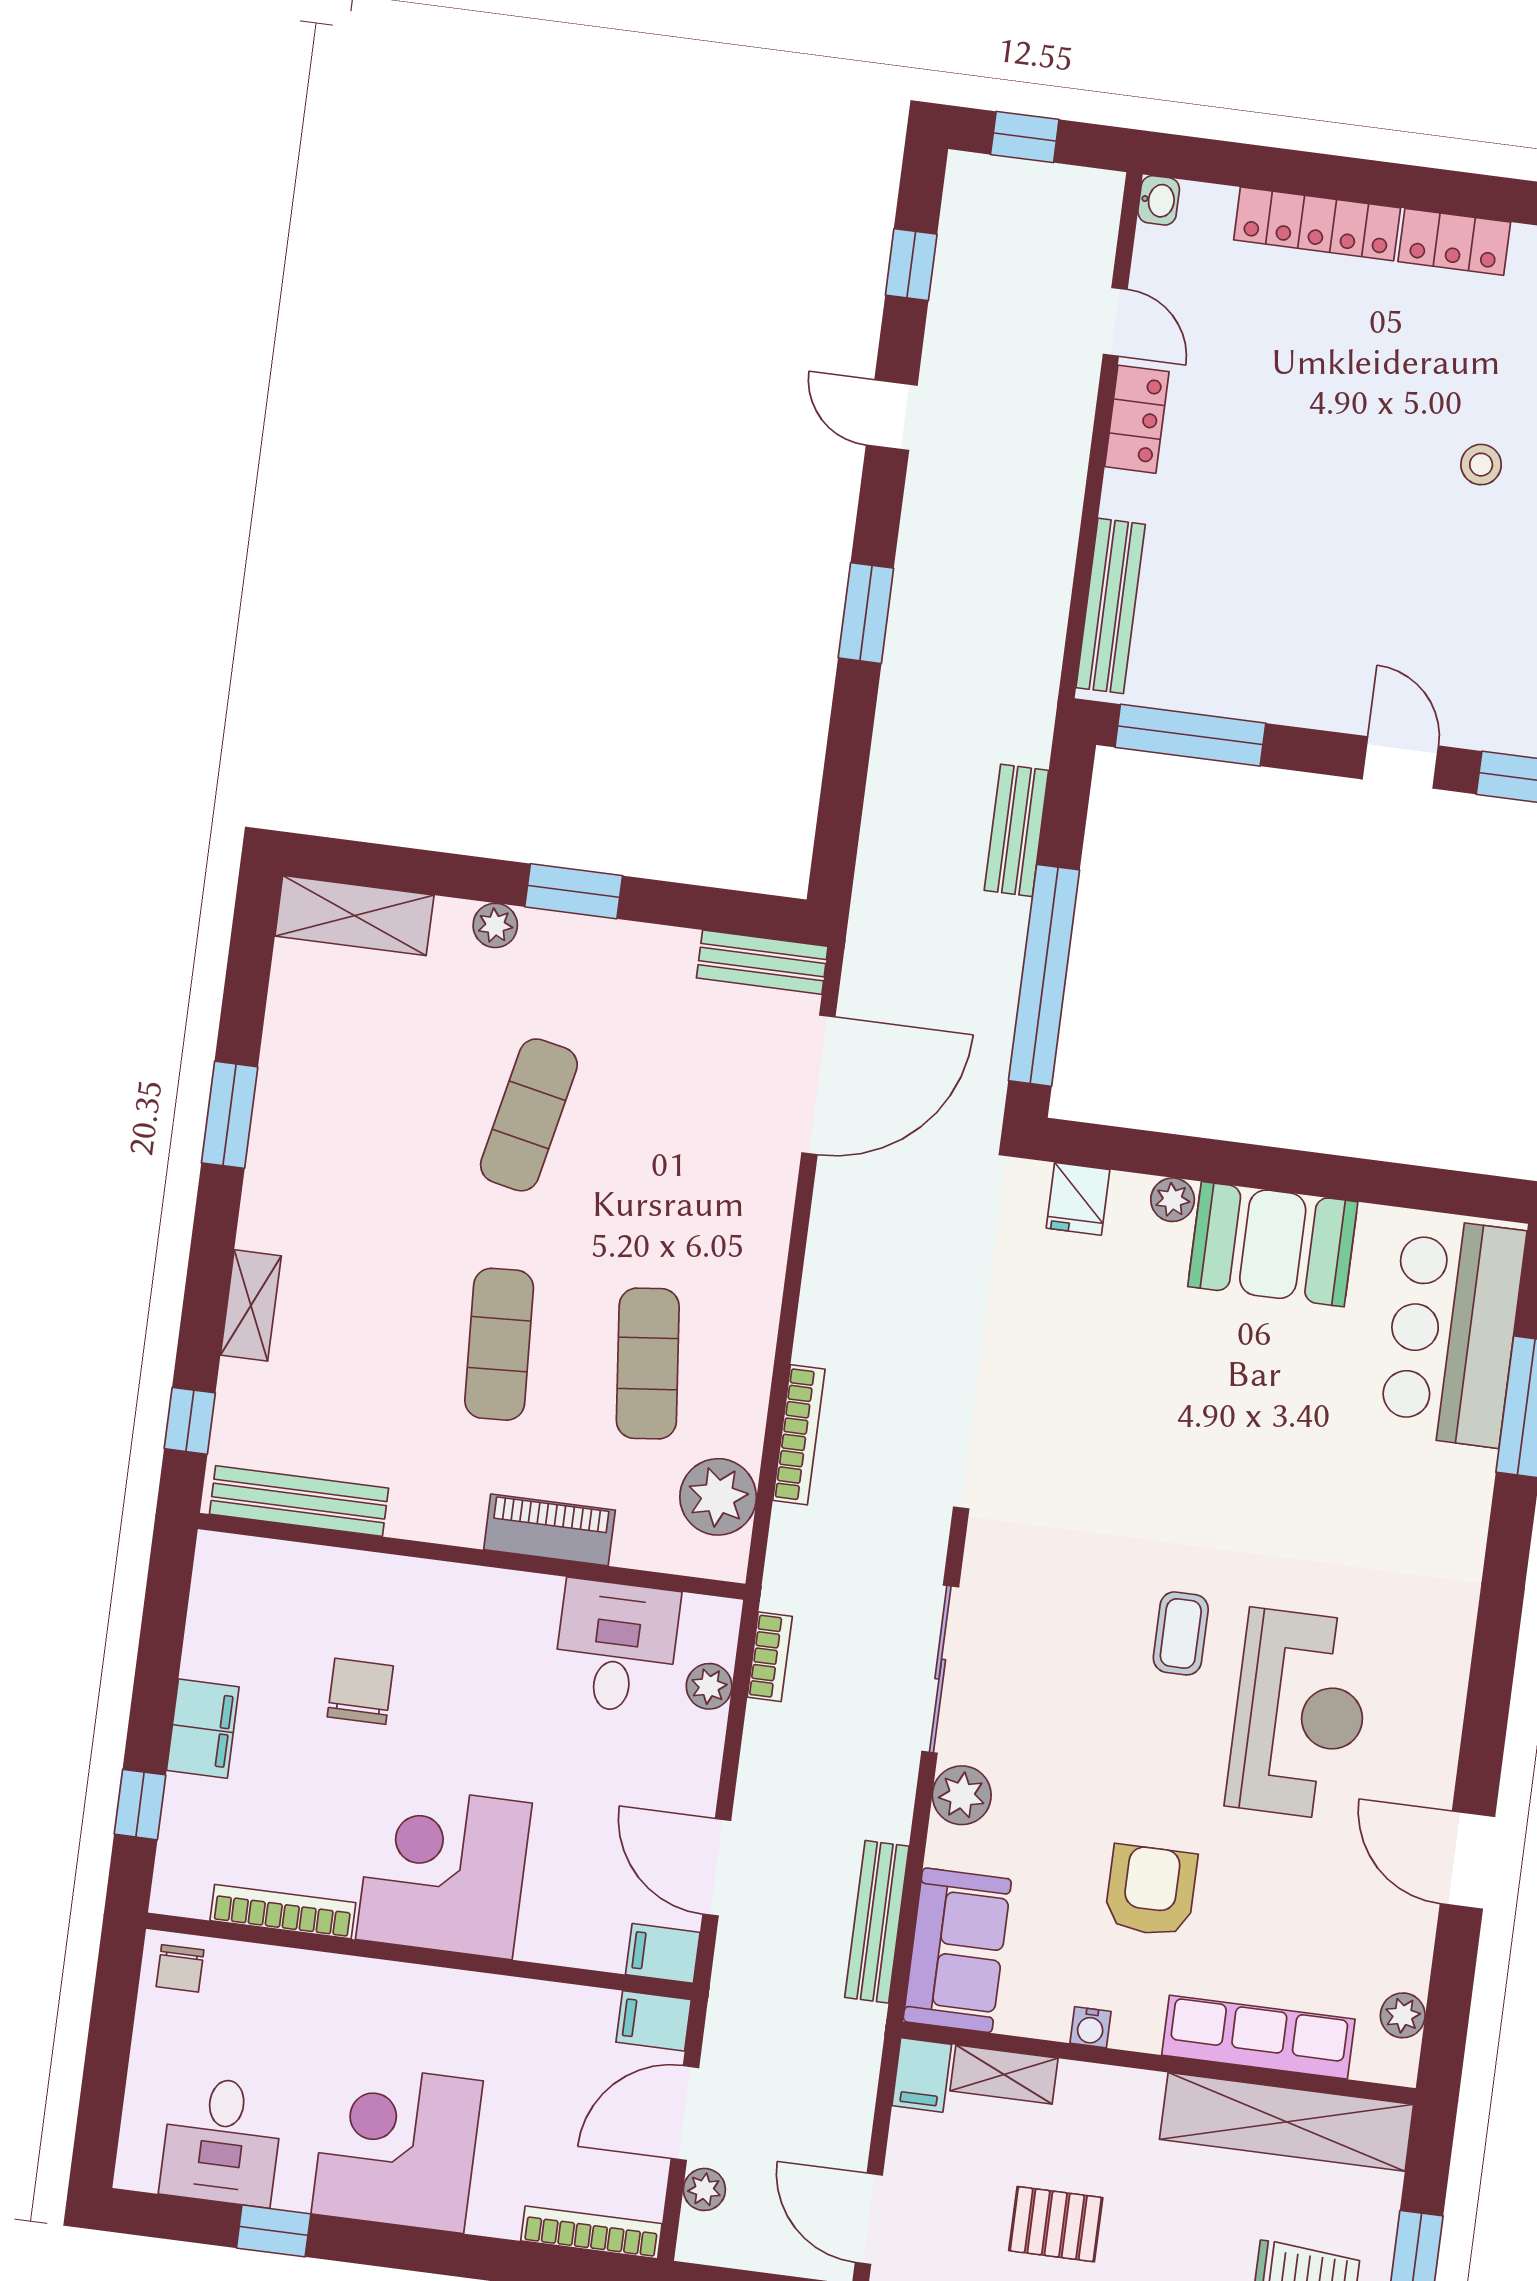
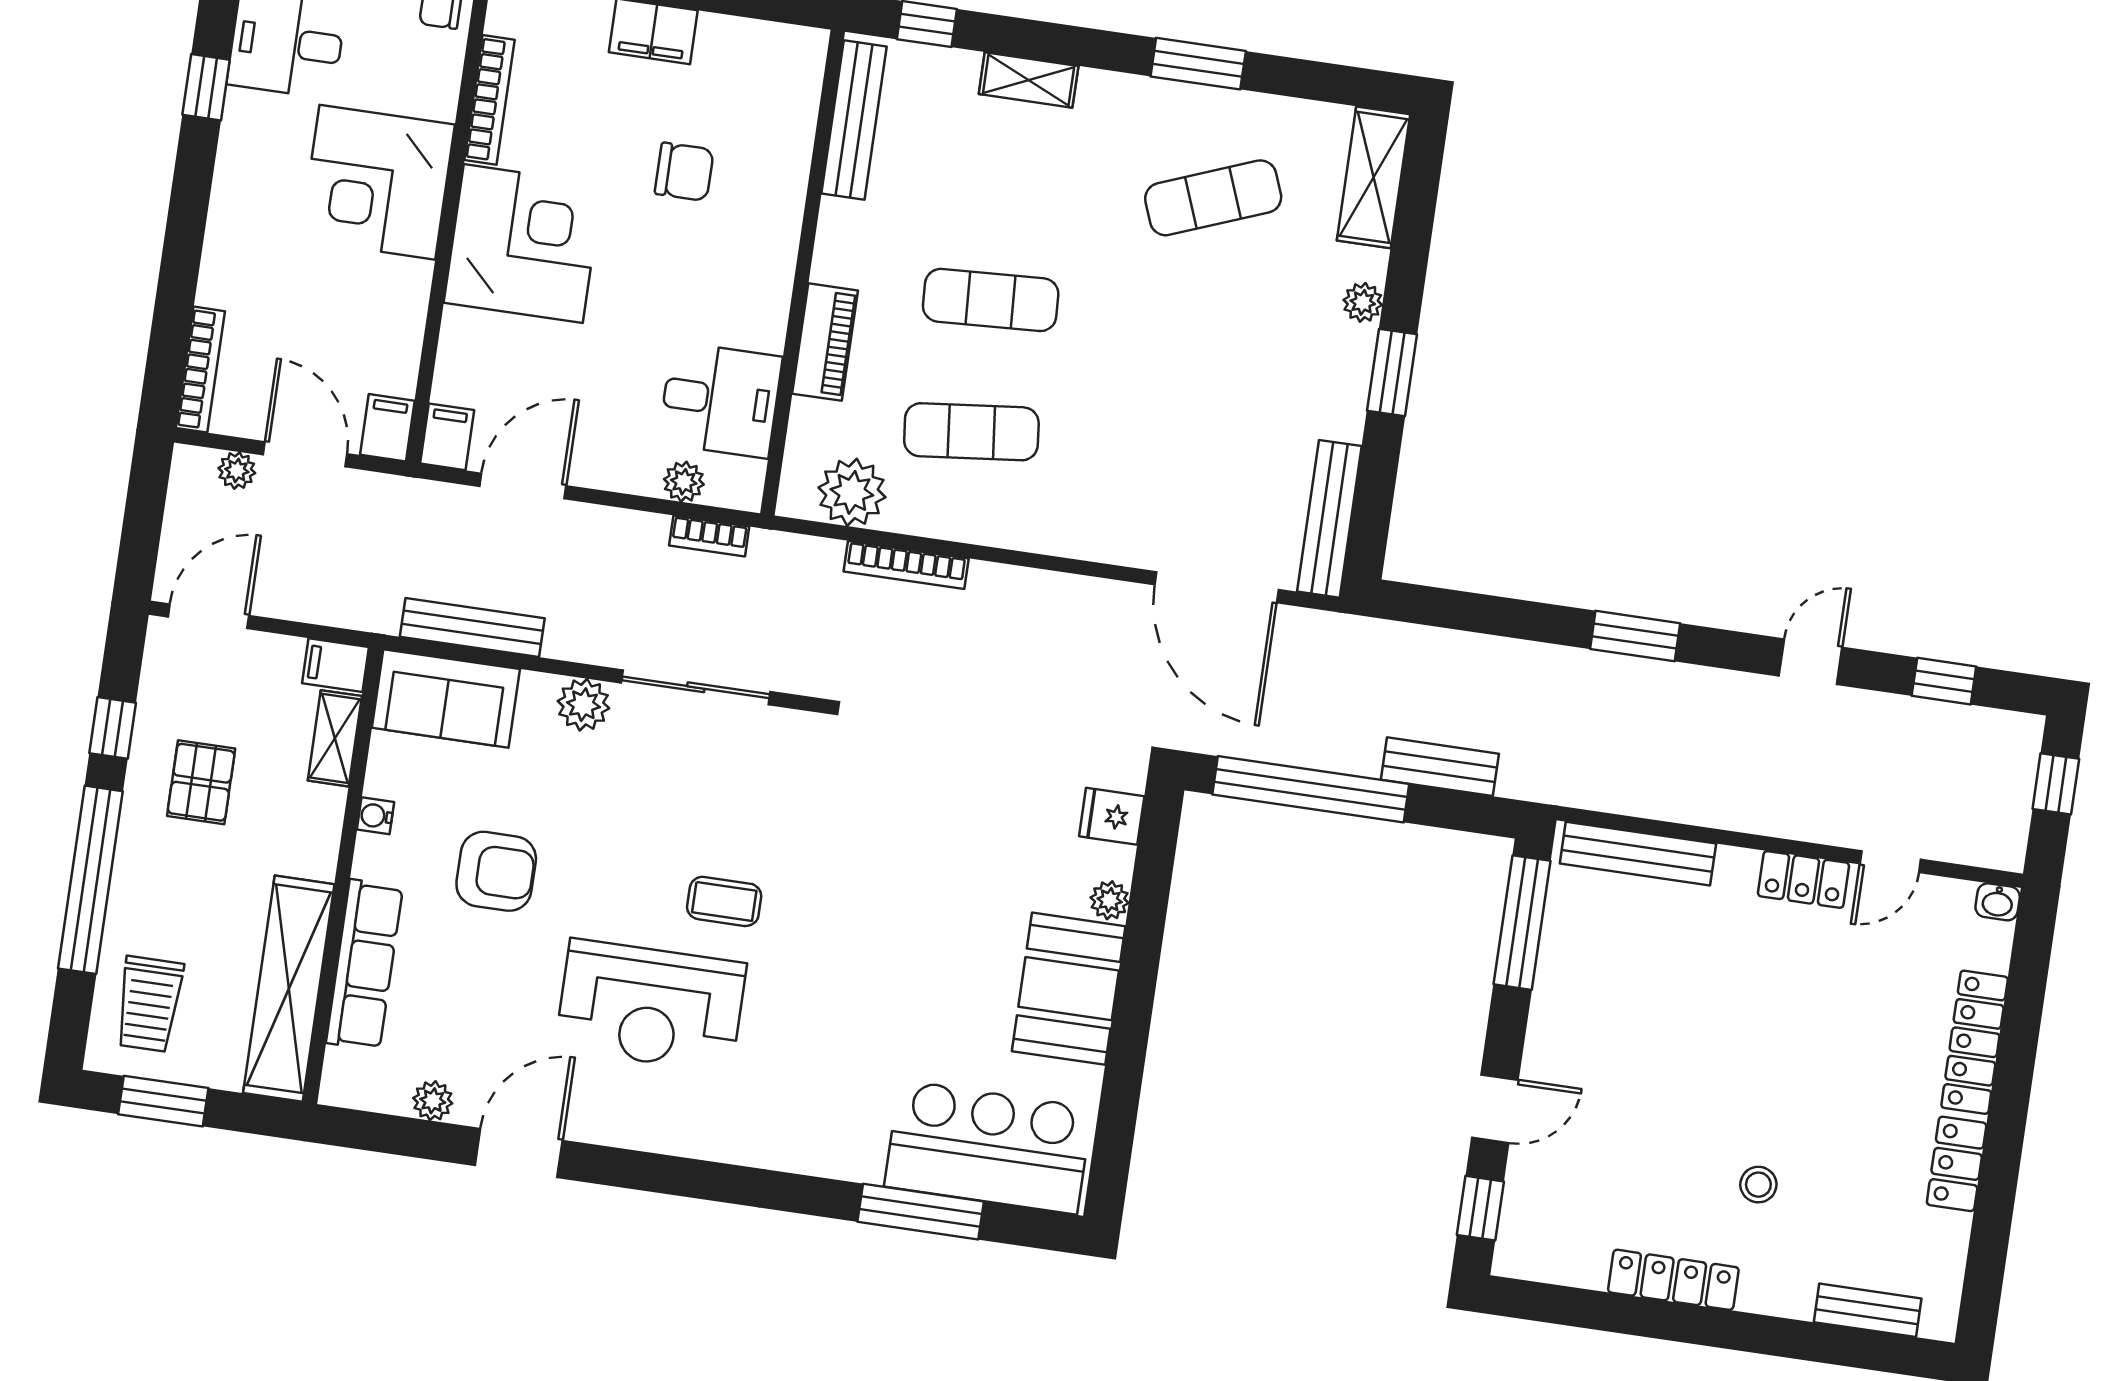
bench: (762, 962) -> (1329, 519), width x1.36
exercise mat: (529, 1115) -> (1213, 198), moved, turned -33
plant: (1403, 2015) -> (433, 1101), moved
corner desk: (397, 2147) -> (377, 182), moved, turned 180

